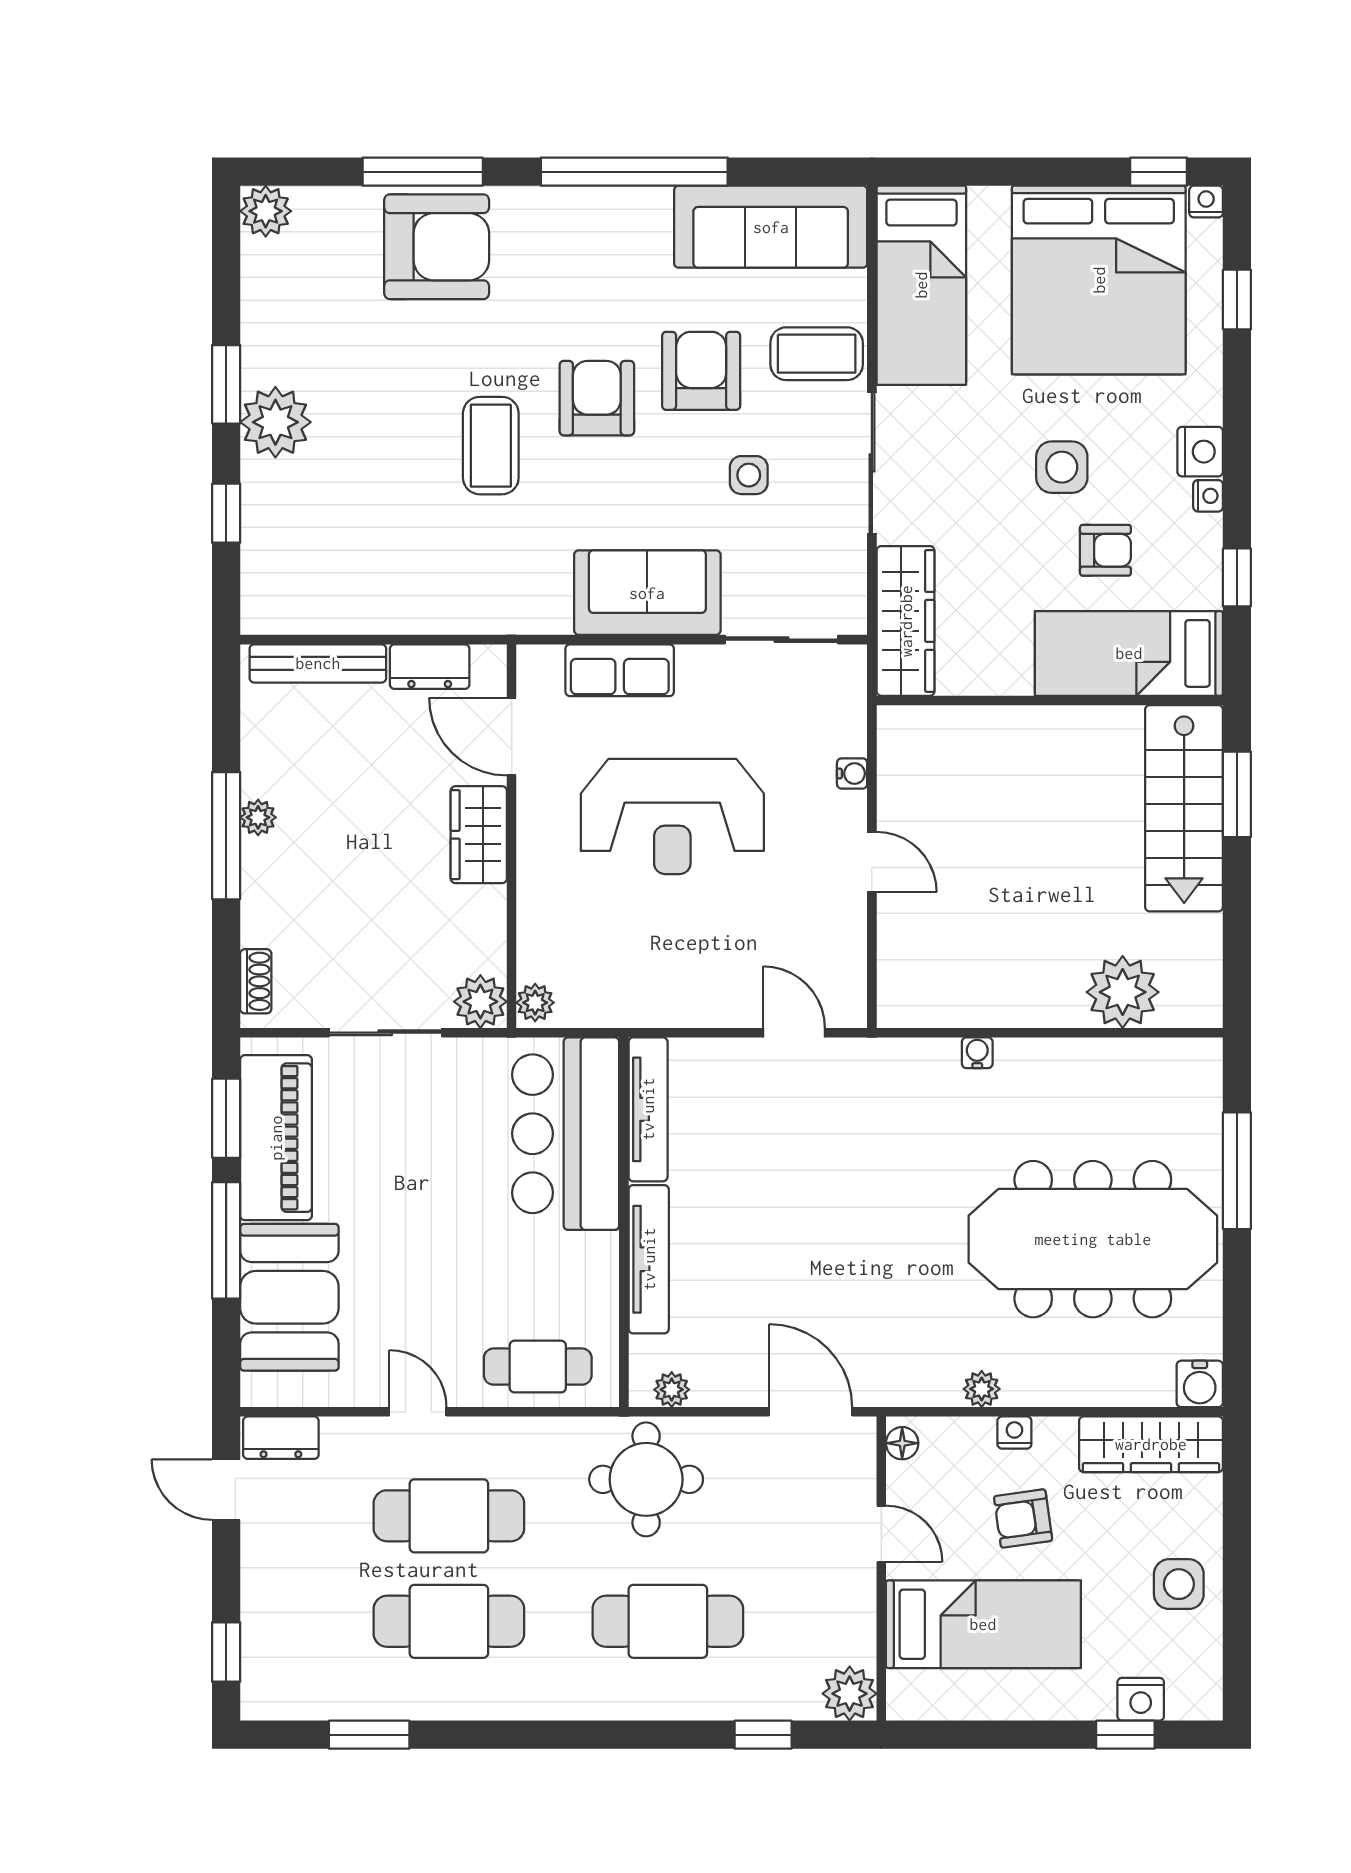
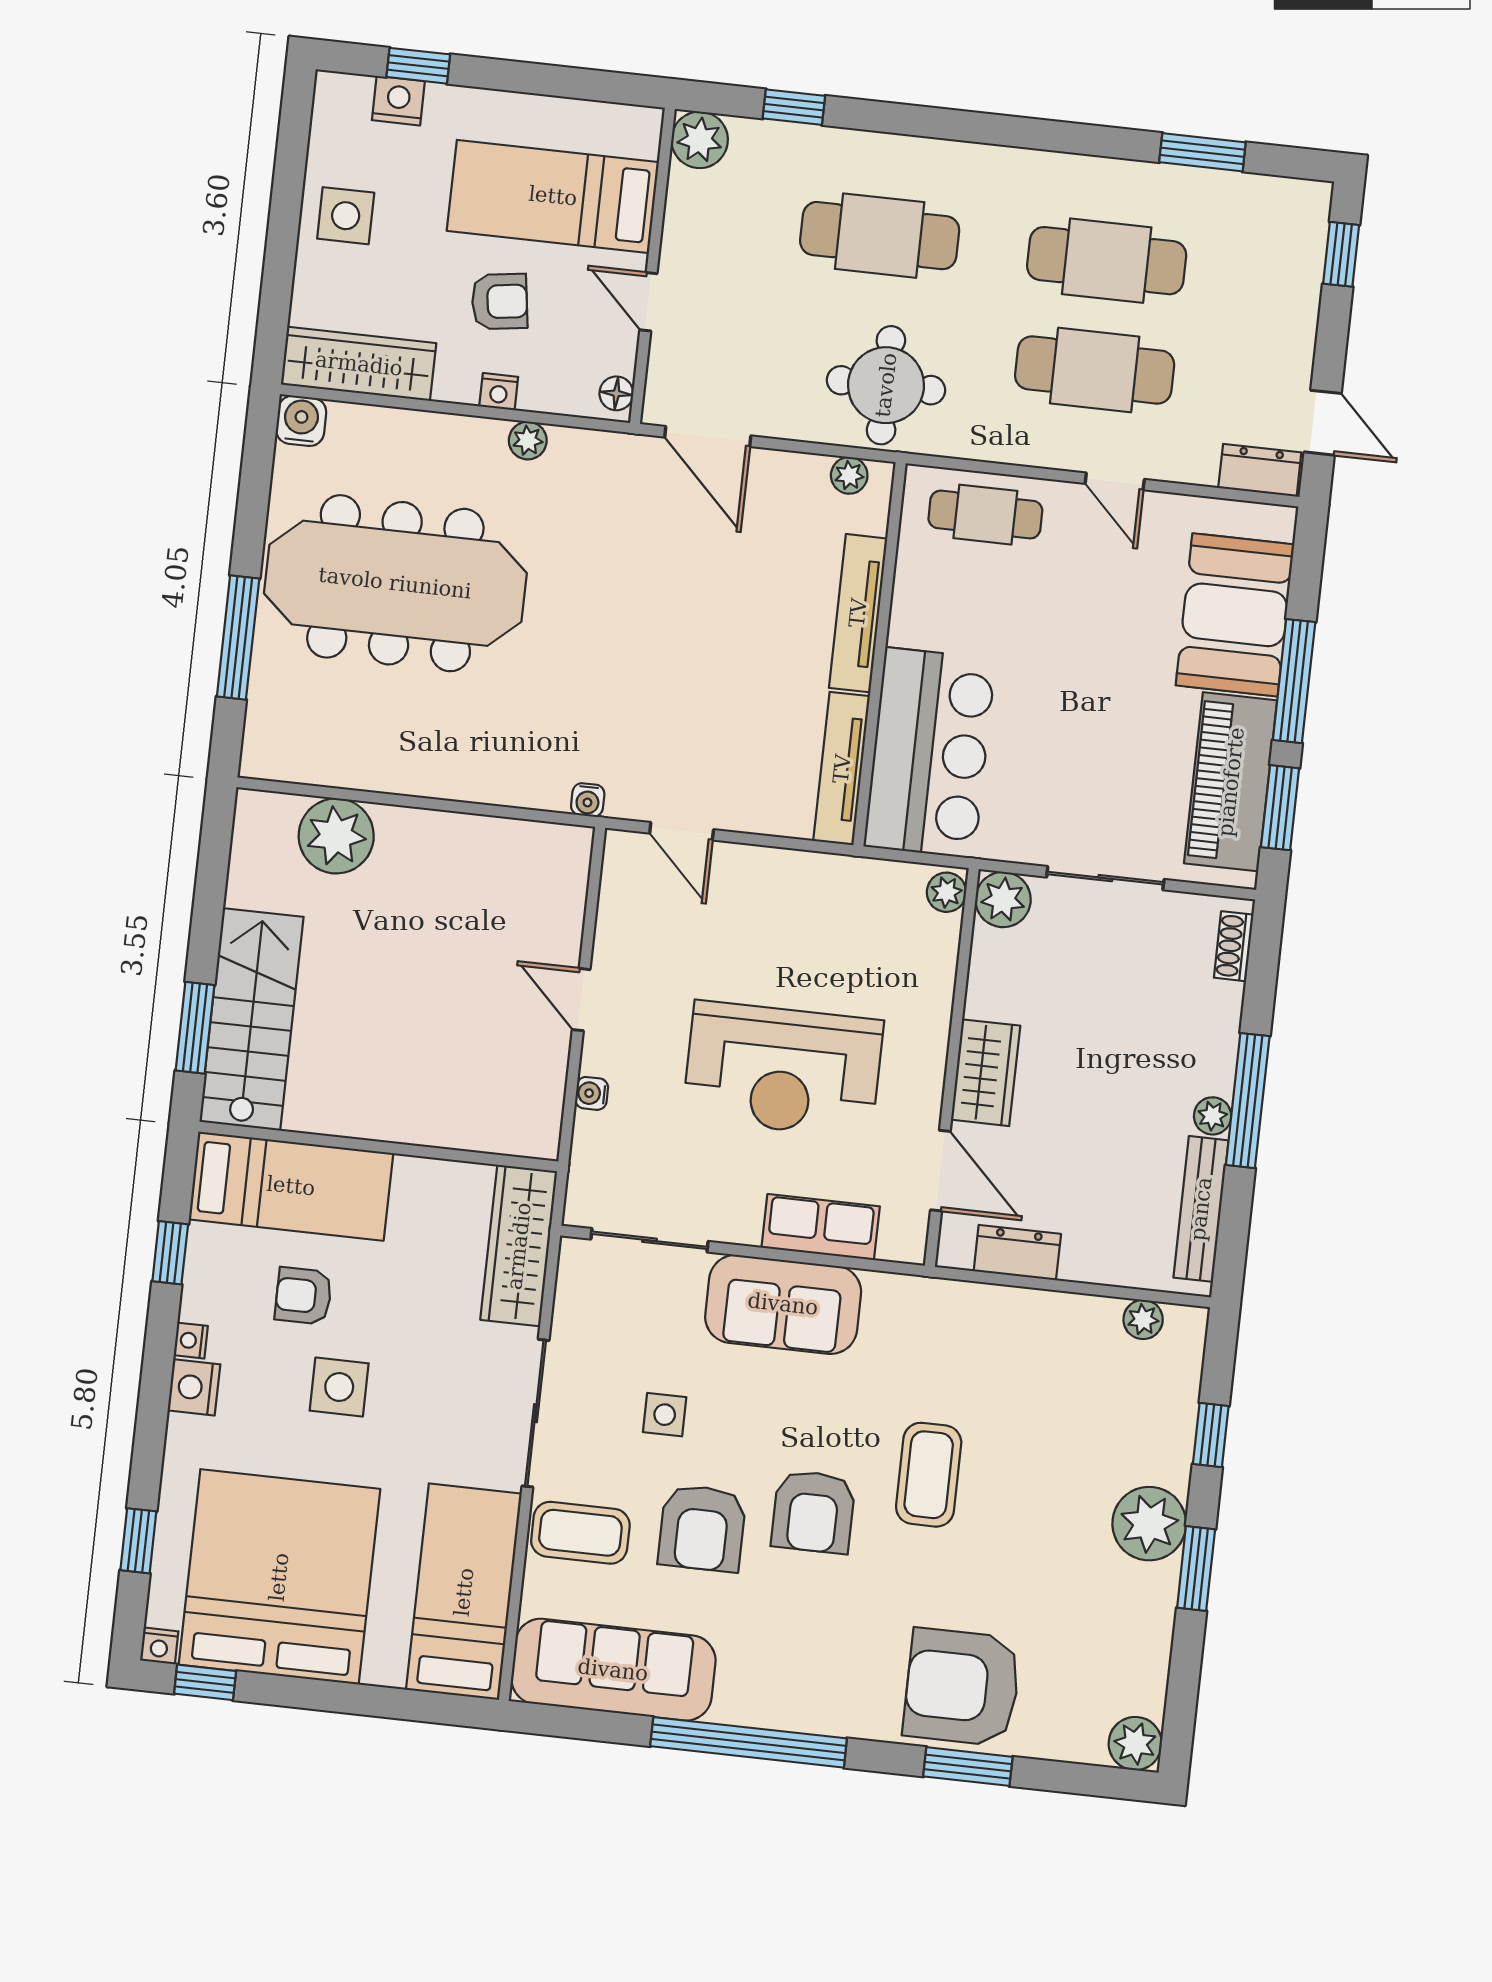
window: (423, 172) -> (968, 1767), width x0.69
plant: (303, 616) -> (1143, 1319), added
bench: (318, 663) -> (1201, 1209), moved, turned 90
reception desk: (672, 816) -> (783, 1069), turned 180
water cooler: (977, 1053) -> (588, 800), moved

